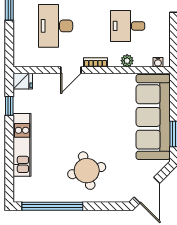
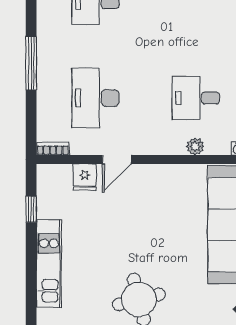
bookcase: (95, 62) -> (53, 149), moved
fridge: (23, 81) -> (85, 177), moved, turned 90

